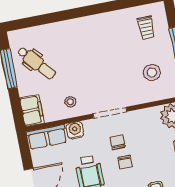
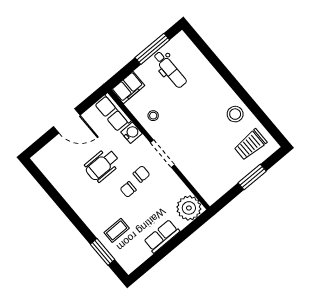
trolley: (146, 28) -> (250, 145), width x1.36, depth x1.39
dental chair: (37, 63) -> (170, 69), turned -49
stool: (152, 72) -> (235, 114), moved

